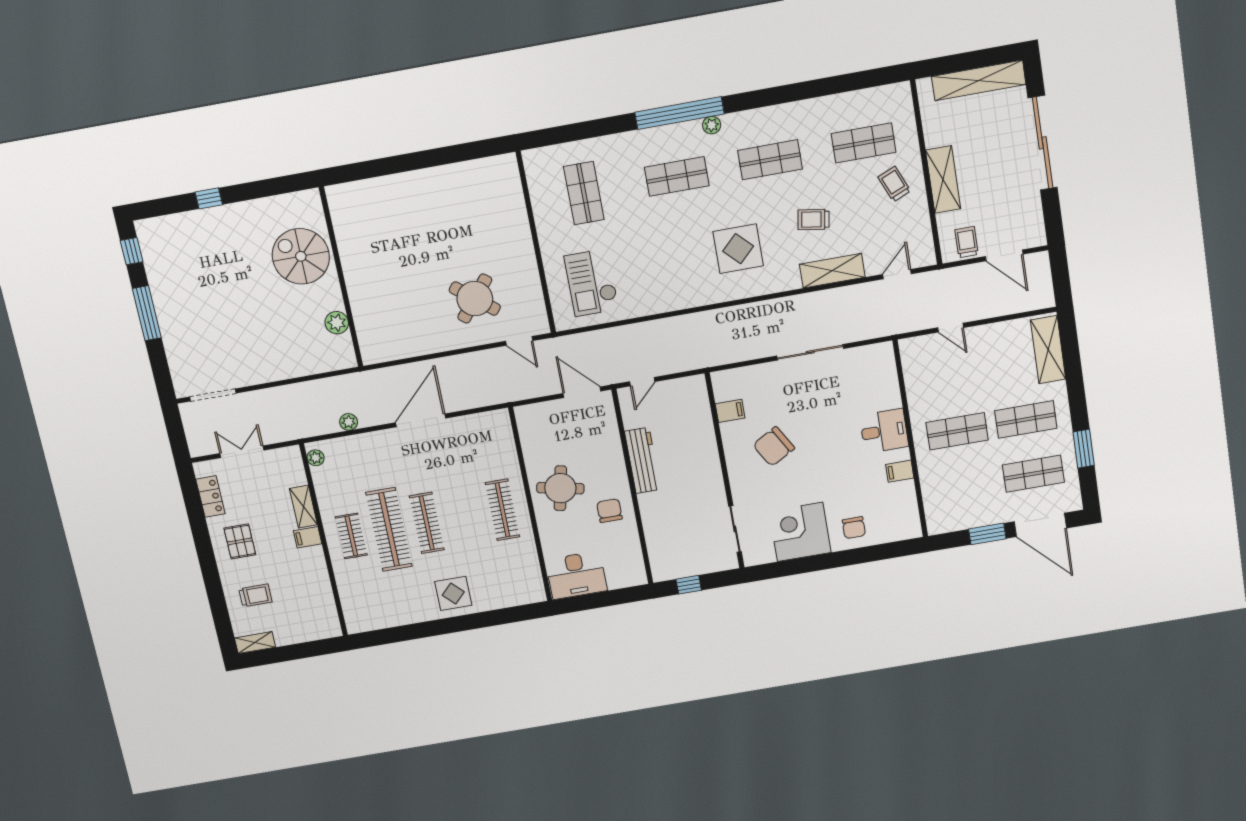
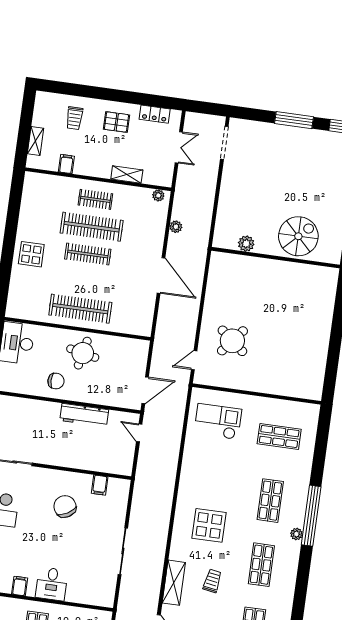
clothes rail: (502, 510) -> (80, 309), width x1.37, depth x1.31
filing cabinet: (308, 537) -> (66, 164), moved
shelving: (255, 643) -> (35, 141), moved

